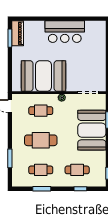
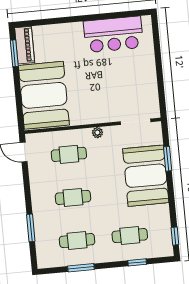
bar counter: (65, 32) -> (113, 34), moved
booth: (44, 76) -> (44, 95), moved, turned 90
cafe table: (41, 140) -> (73, 197), width x0.73, depth x0.74

